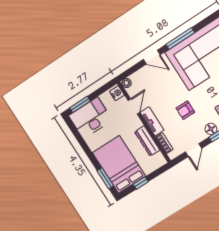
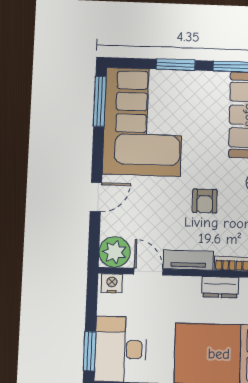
window: (180, 38) -> (100, 101), moved
plant: (126, 83) -> (115, 252), width x1.87, depth x1.87
dresser: (147, 141) -> (220, 287), width x0.70

